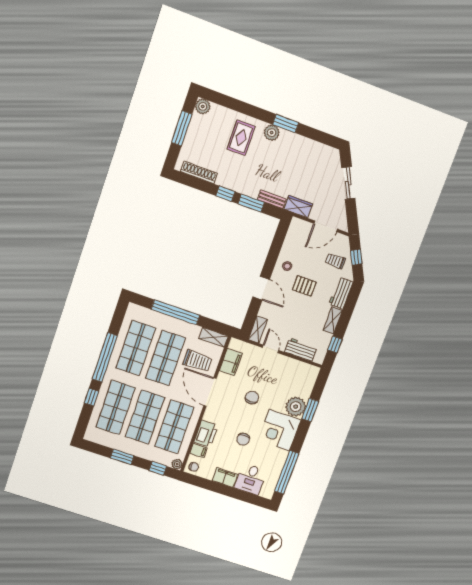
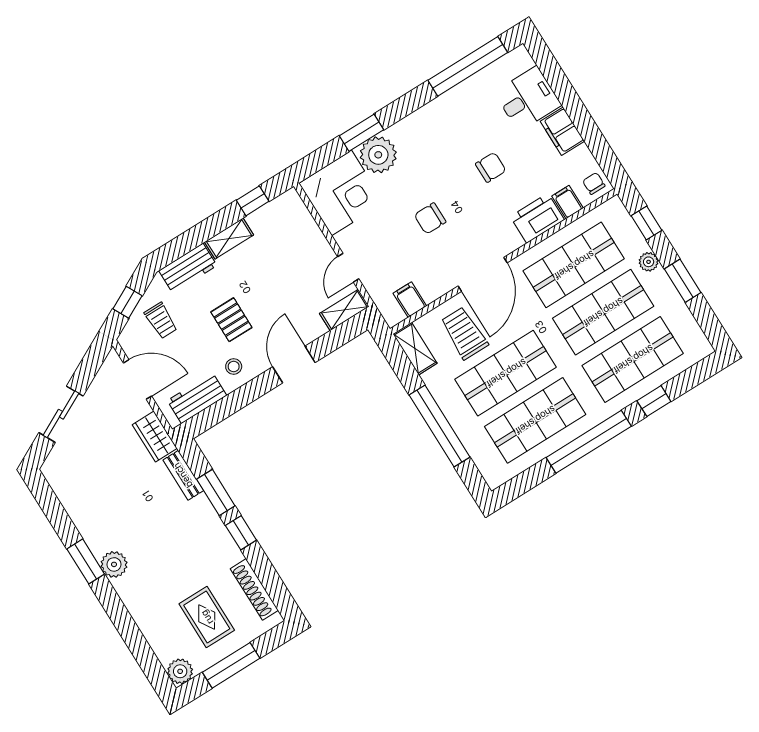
rug: (241, 138) -> (207, 617), moved, turned 90
workbench: (301, 350) -> (197, 398), moved, turned 90
filing cabinet: (231, 362) -> (410, 300), width x0.50
corner desk: (279, 430) -> (342, 193), moved
plant: (177, 464) -> (649, 262), moved

